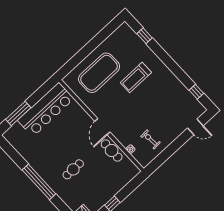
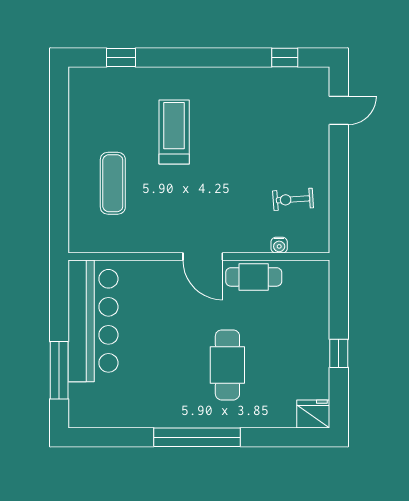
exercise mat: (99, 73) -> (113, 183), width x0.50, depth x0.69
treadmill: (136, 77) -> (174, 132), turned 180
cafe table: (73, 169) -> (227, 365), width x1.37, depth x1.35

